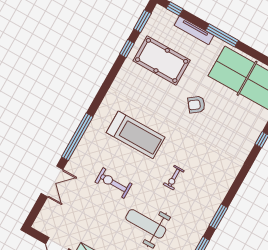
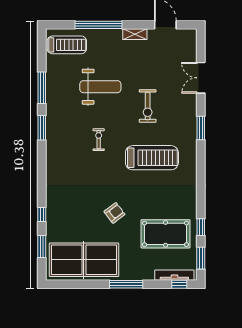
tv unit: (194, 30) -> (174, 275), moved
treadmill: (136, 135) -> (152, 158), turned 180
window: (77, 137) -> (201, 128), width x0.47
exercise bike: (113, 183) -> (148, 106), turned 90

